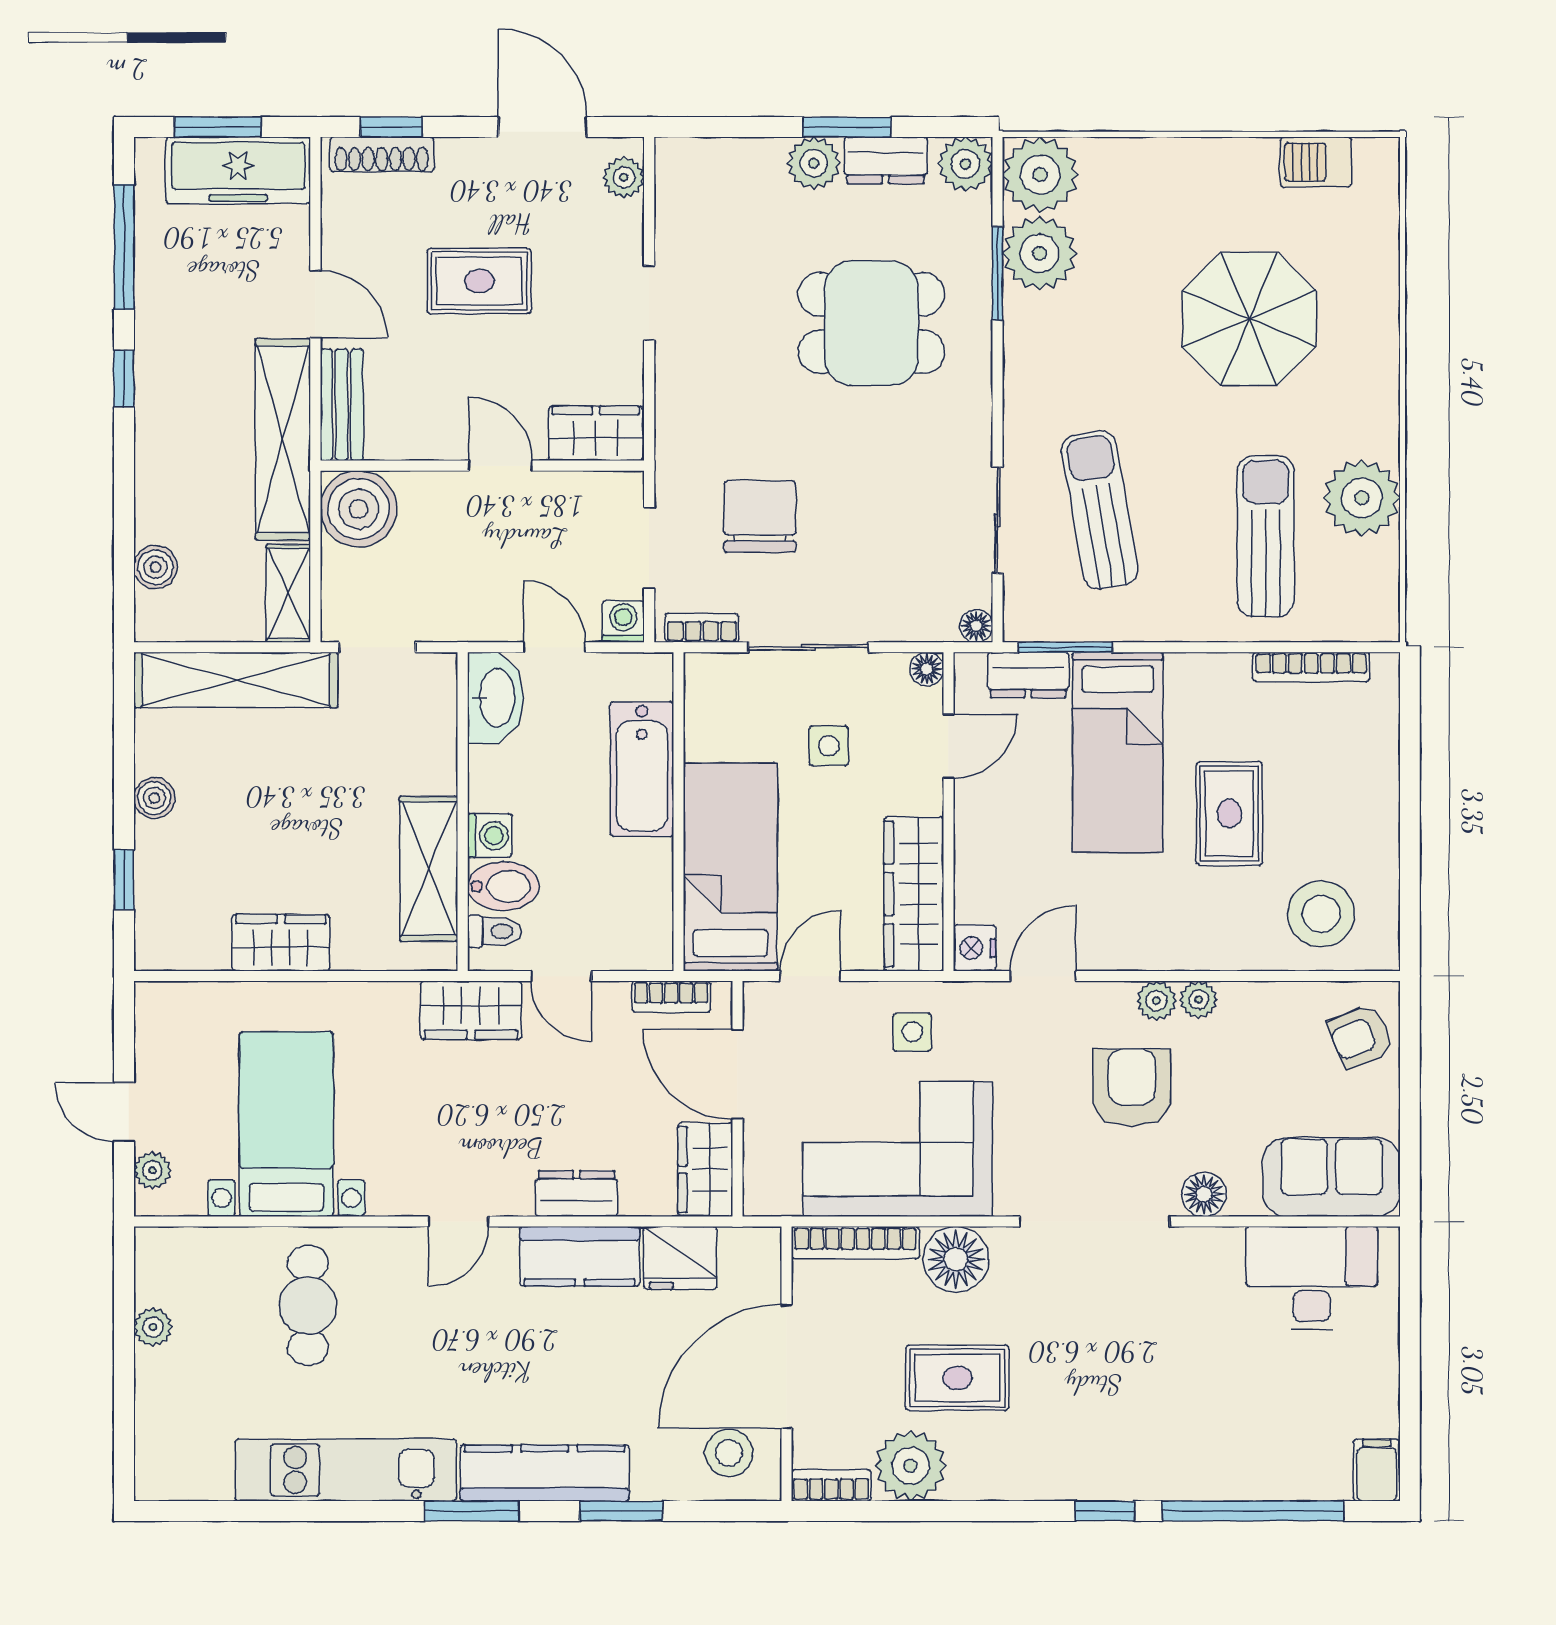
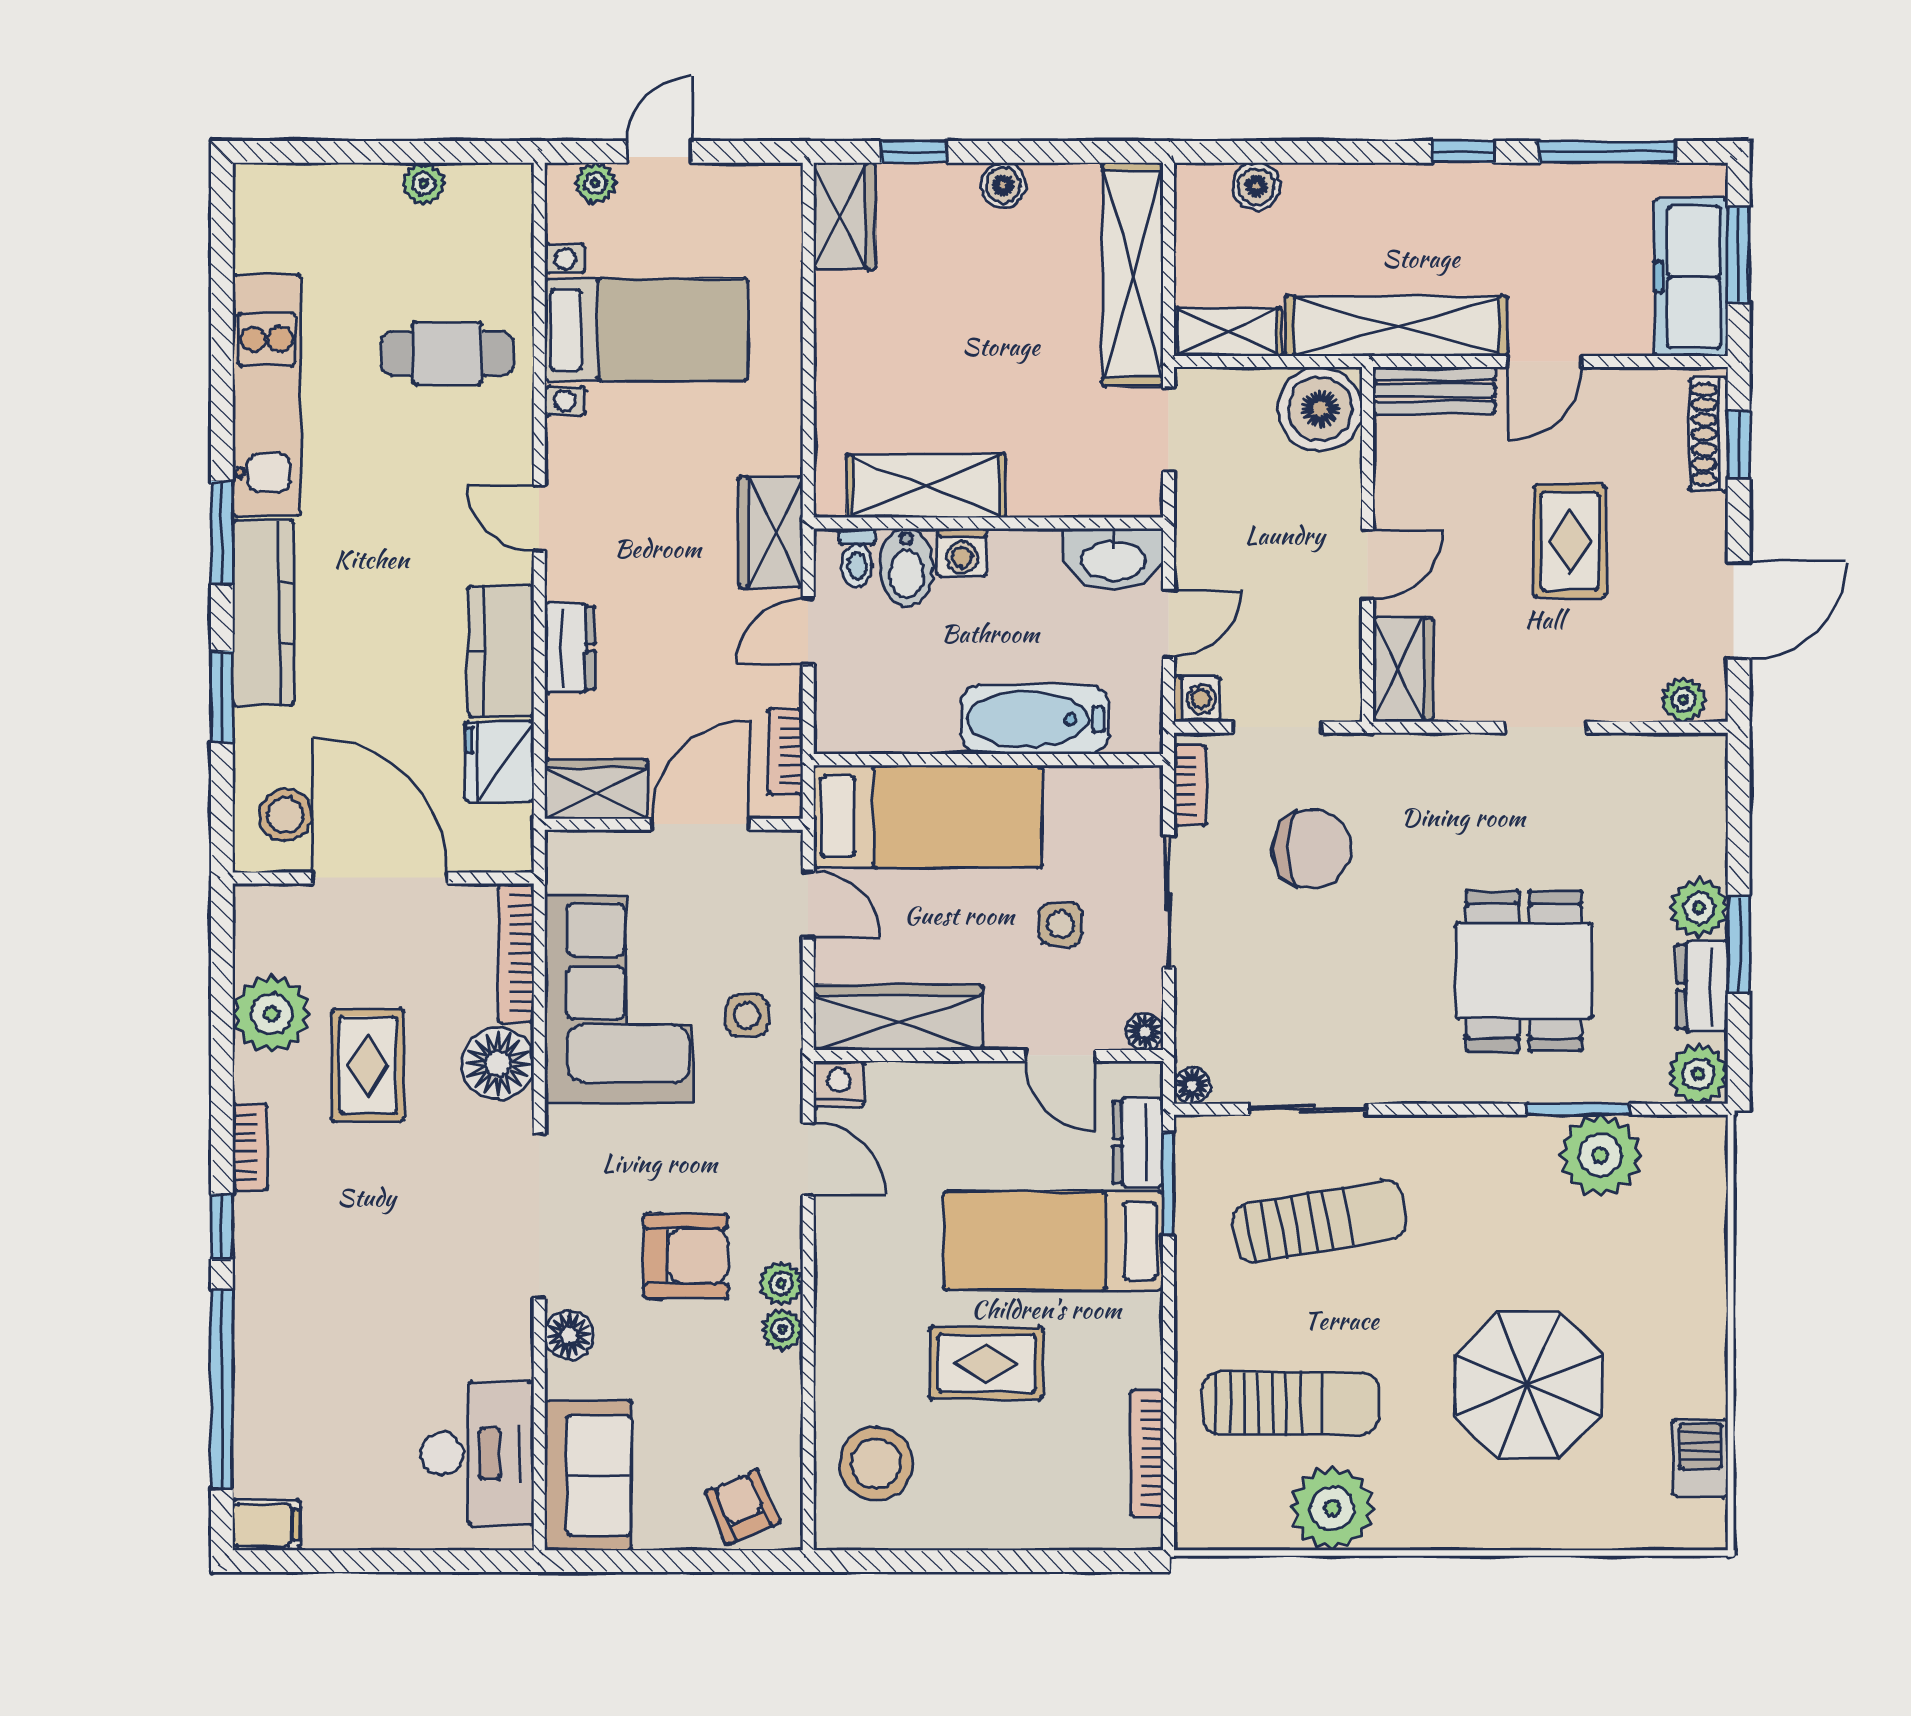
plant: (1040, 175) -> (1687, 1156), removed
wardrobe: (281, 943) -> (845, 216), moved
bookcase: (831, 1485) -> (250, 1147), moved

